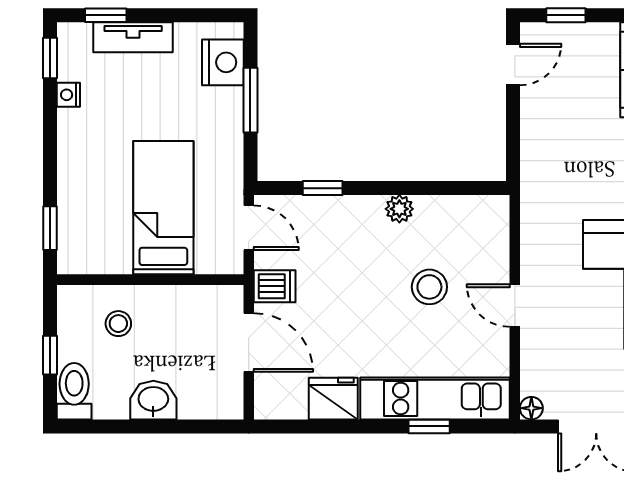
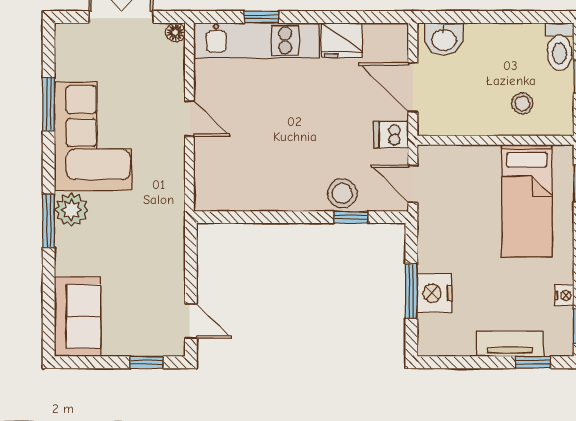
nightstand: (223, 62) -> (435, 293), moved
door: (513, 64) -> (191, 321), swing flipped
bed: (163, 208) -> (527, 201), moved
plant: (399, 209) -> (286, 200), removed
stool: (429, 287) -> (342, 193), moved
washbasin: (153, 400) -> (444, 39), moved

